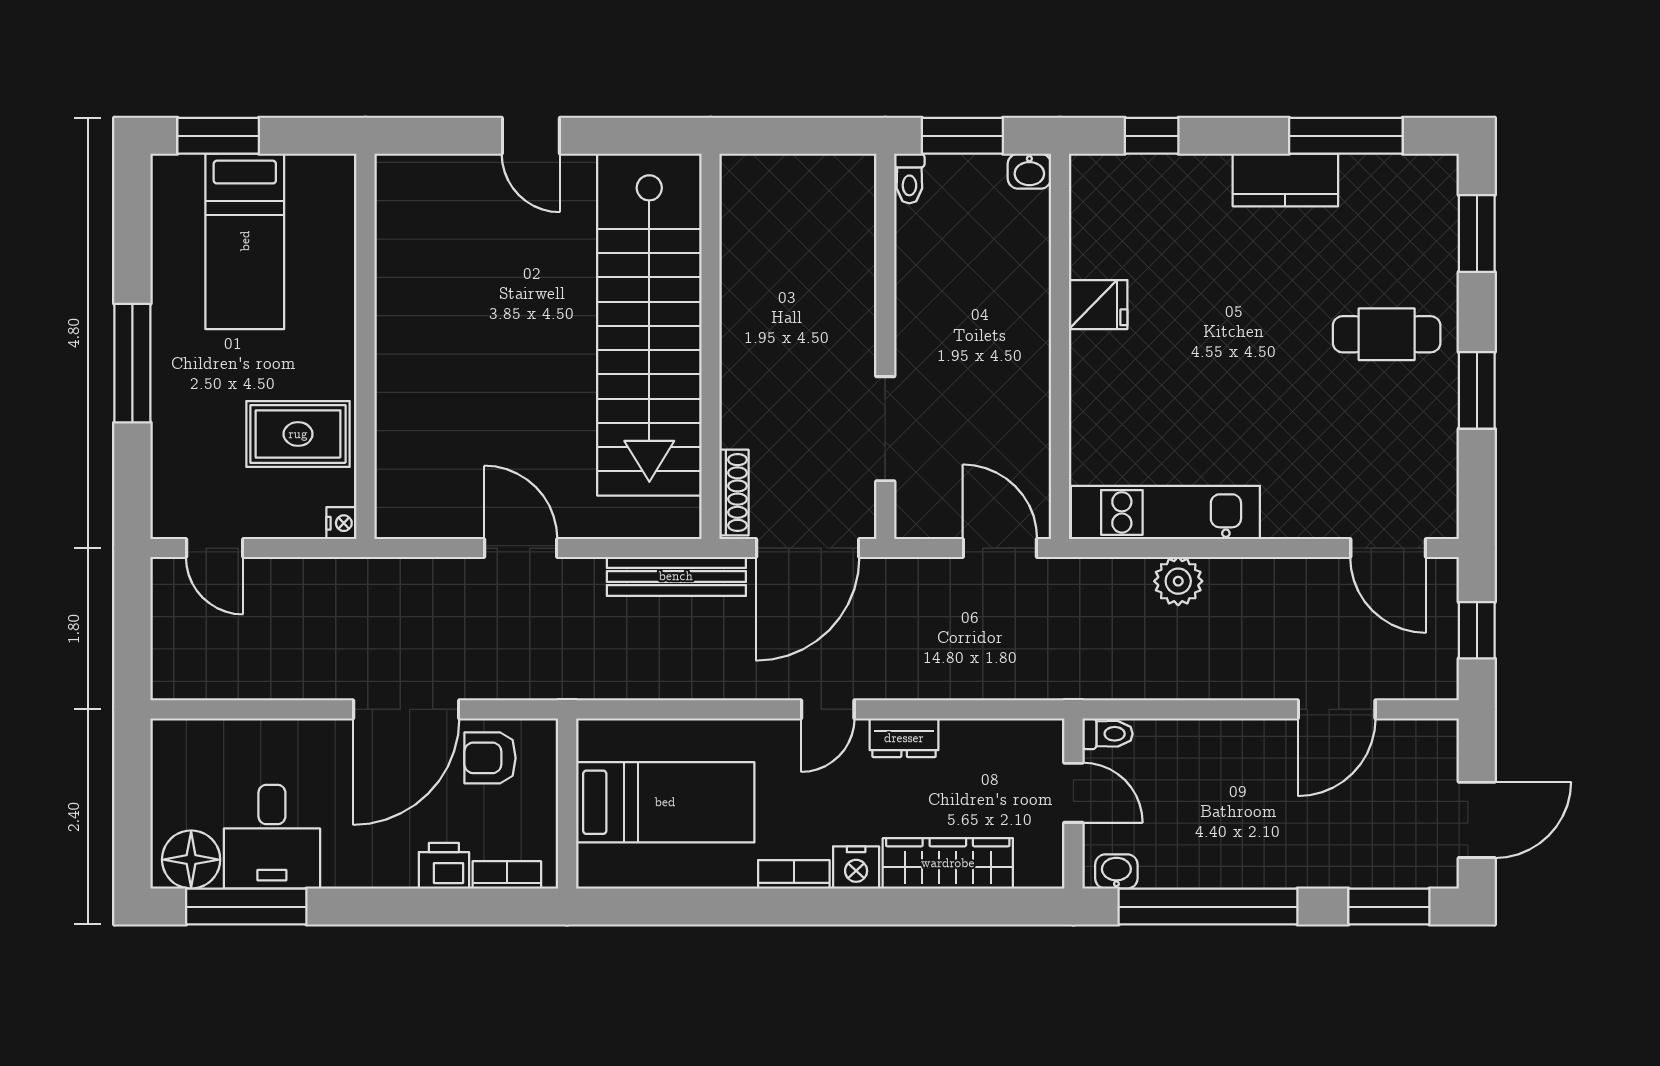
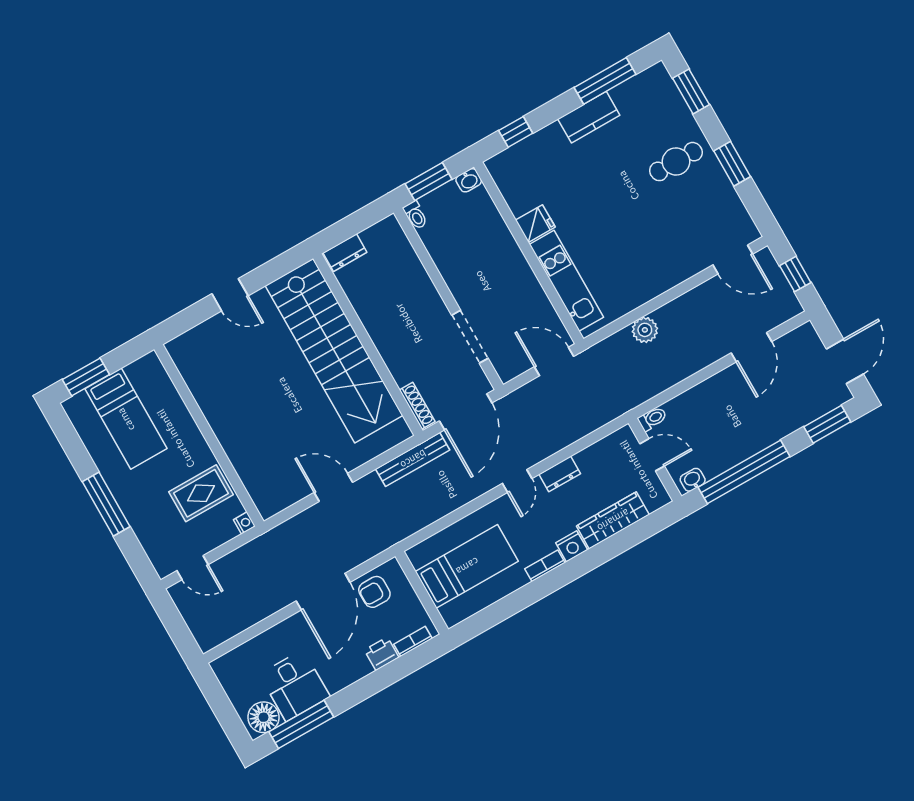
dresser: (759, 174) -> (345, 253), added
kitchen unit: (1165, 512) -> (566, 281), moved, turned 90

